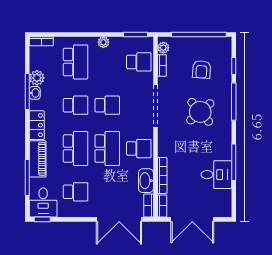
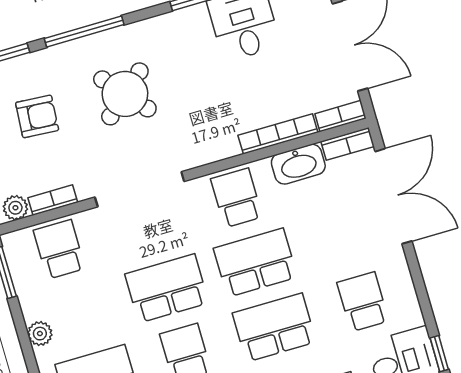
school desk: (107, 105) -> (167, 288), width x1.85

